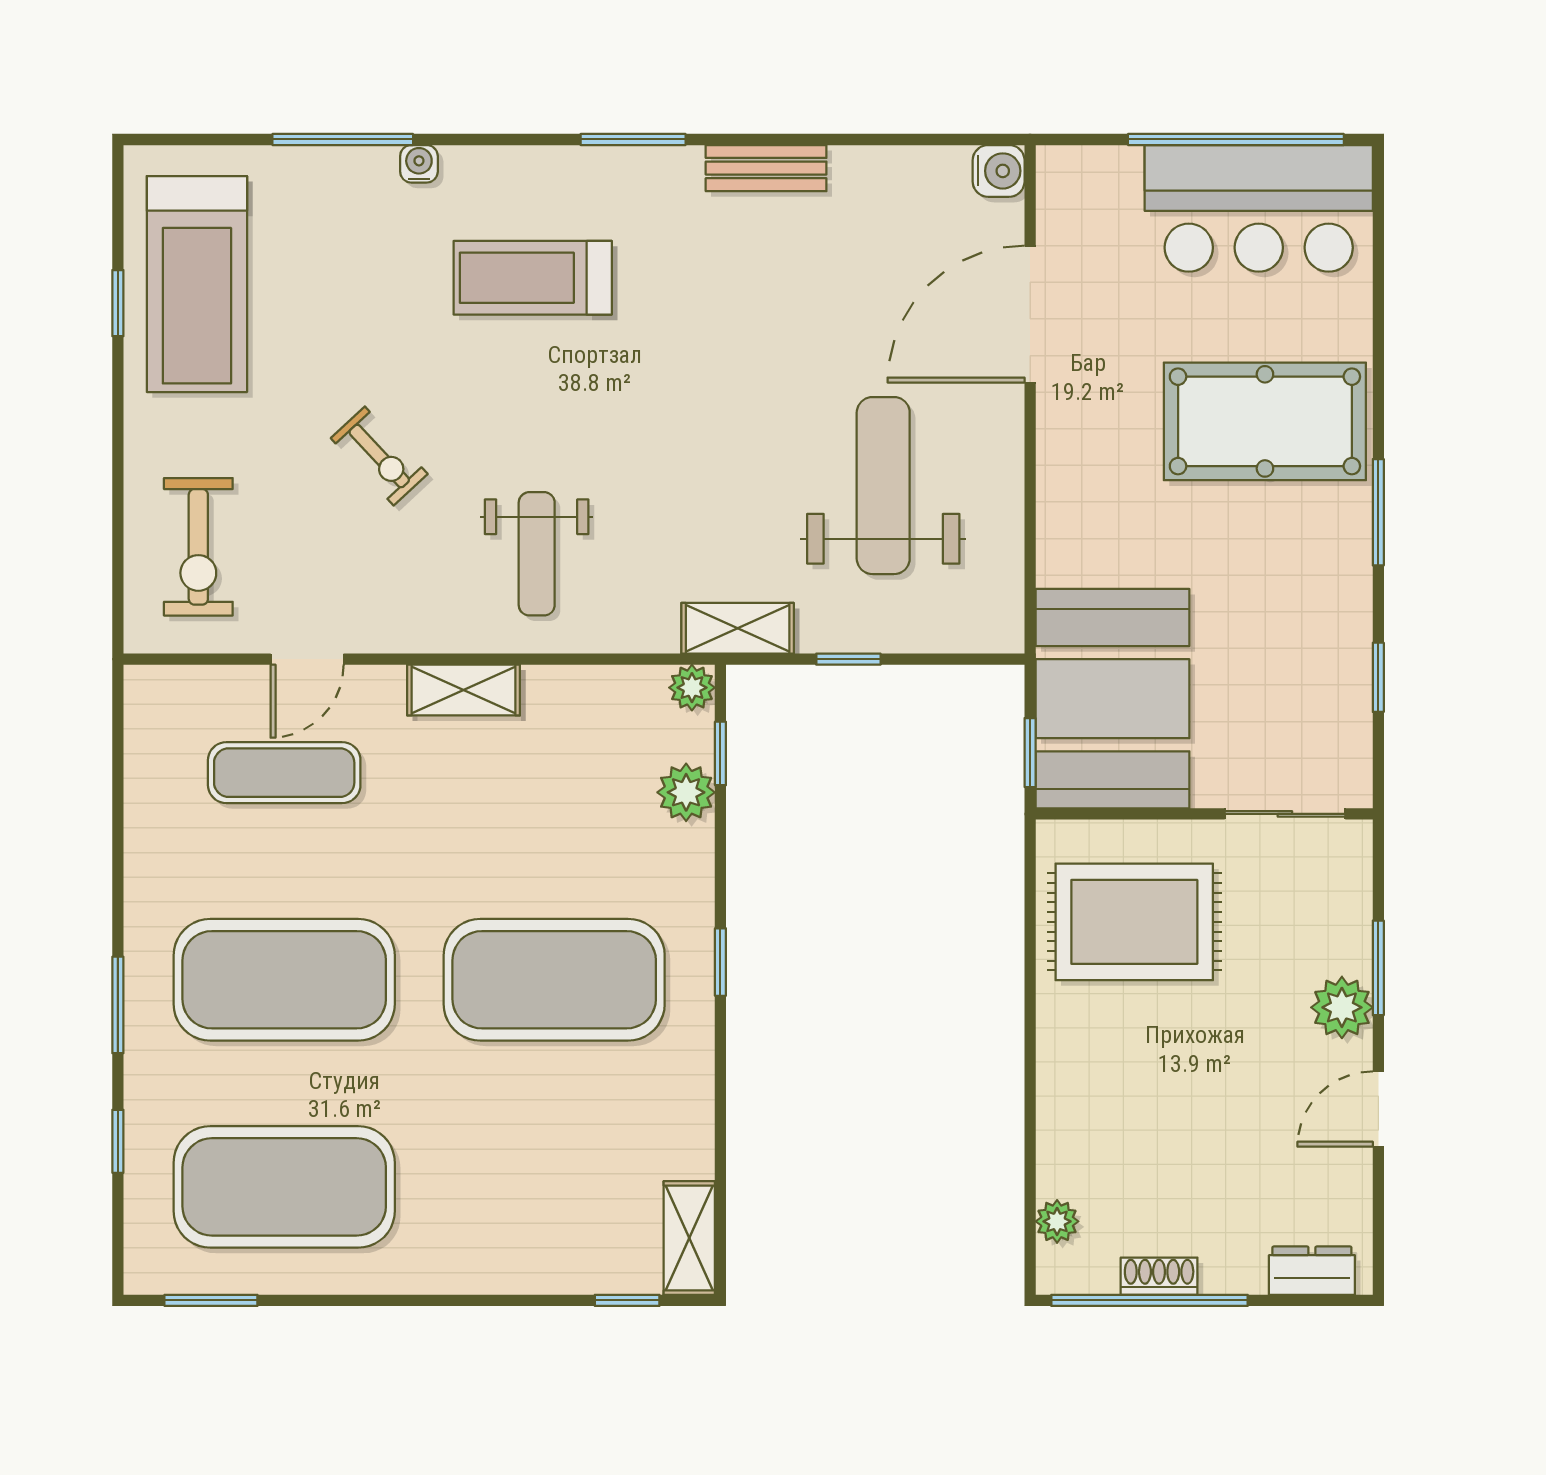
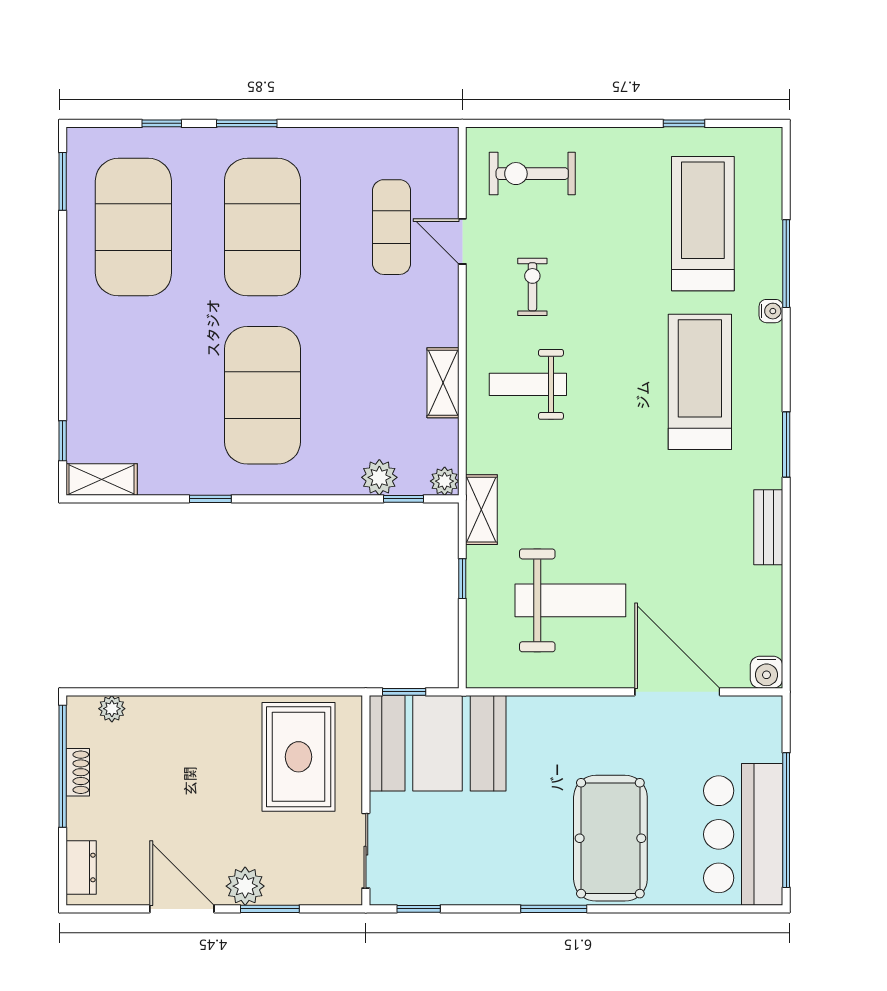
treadmill: (533, 278) -> (700, 382), width x1.37, depth x1.38
treadmill: (197, 284) -> (703, 224), moved, turned 90
exercise bike: (379, 456) -> (532, 287), moved, turned 133
window: (1378, 677) -> (419, 909), moved
shelving: (464, 690) -> (443, 383), moved
window: (720, 962) -> (210, 499), moved
door: (1378, 1109) -> (182, 909), width x1.38

